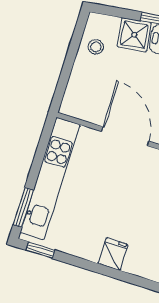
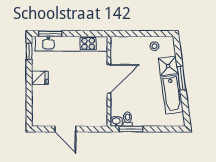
fridge: (113, 254) -> (40, 78), moved

